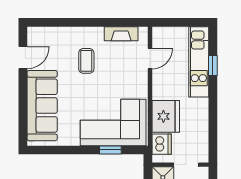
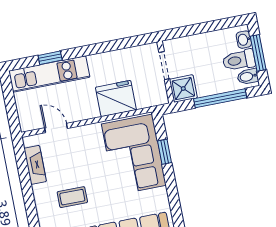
dishwasher: (162, 144) -> (147, 97), removed

